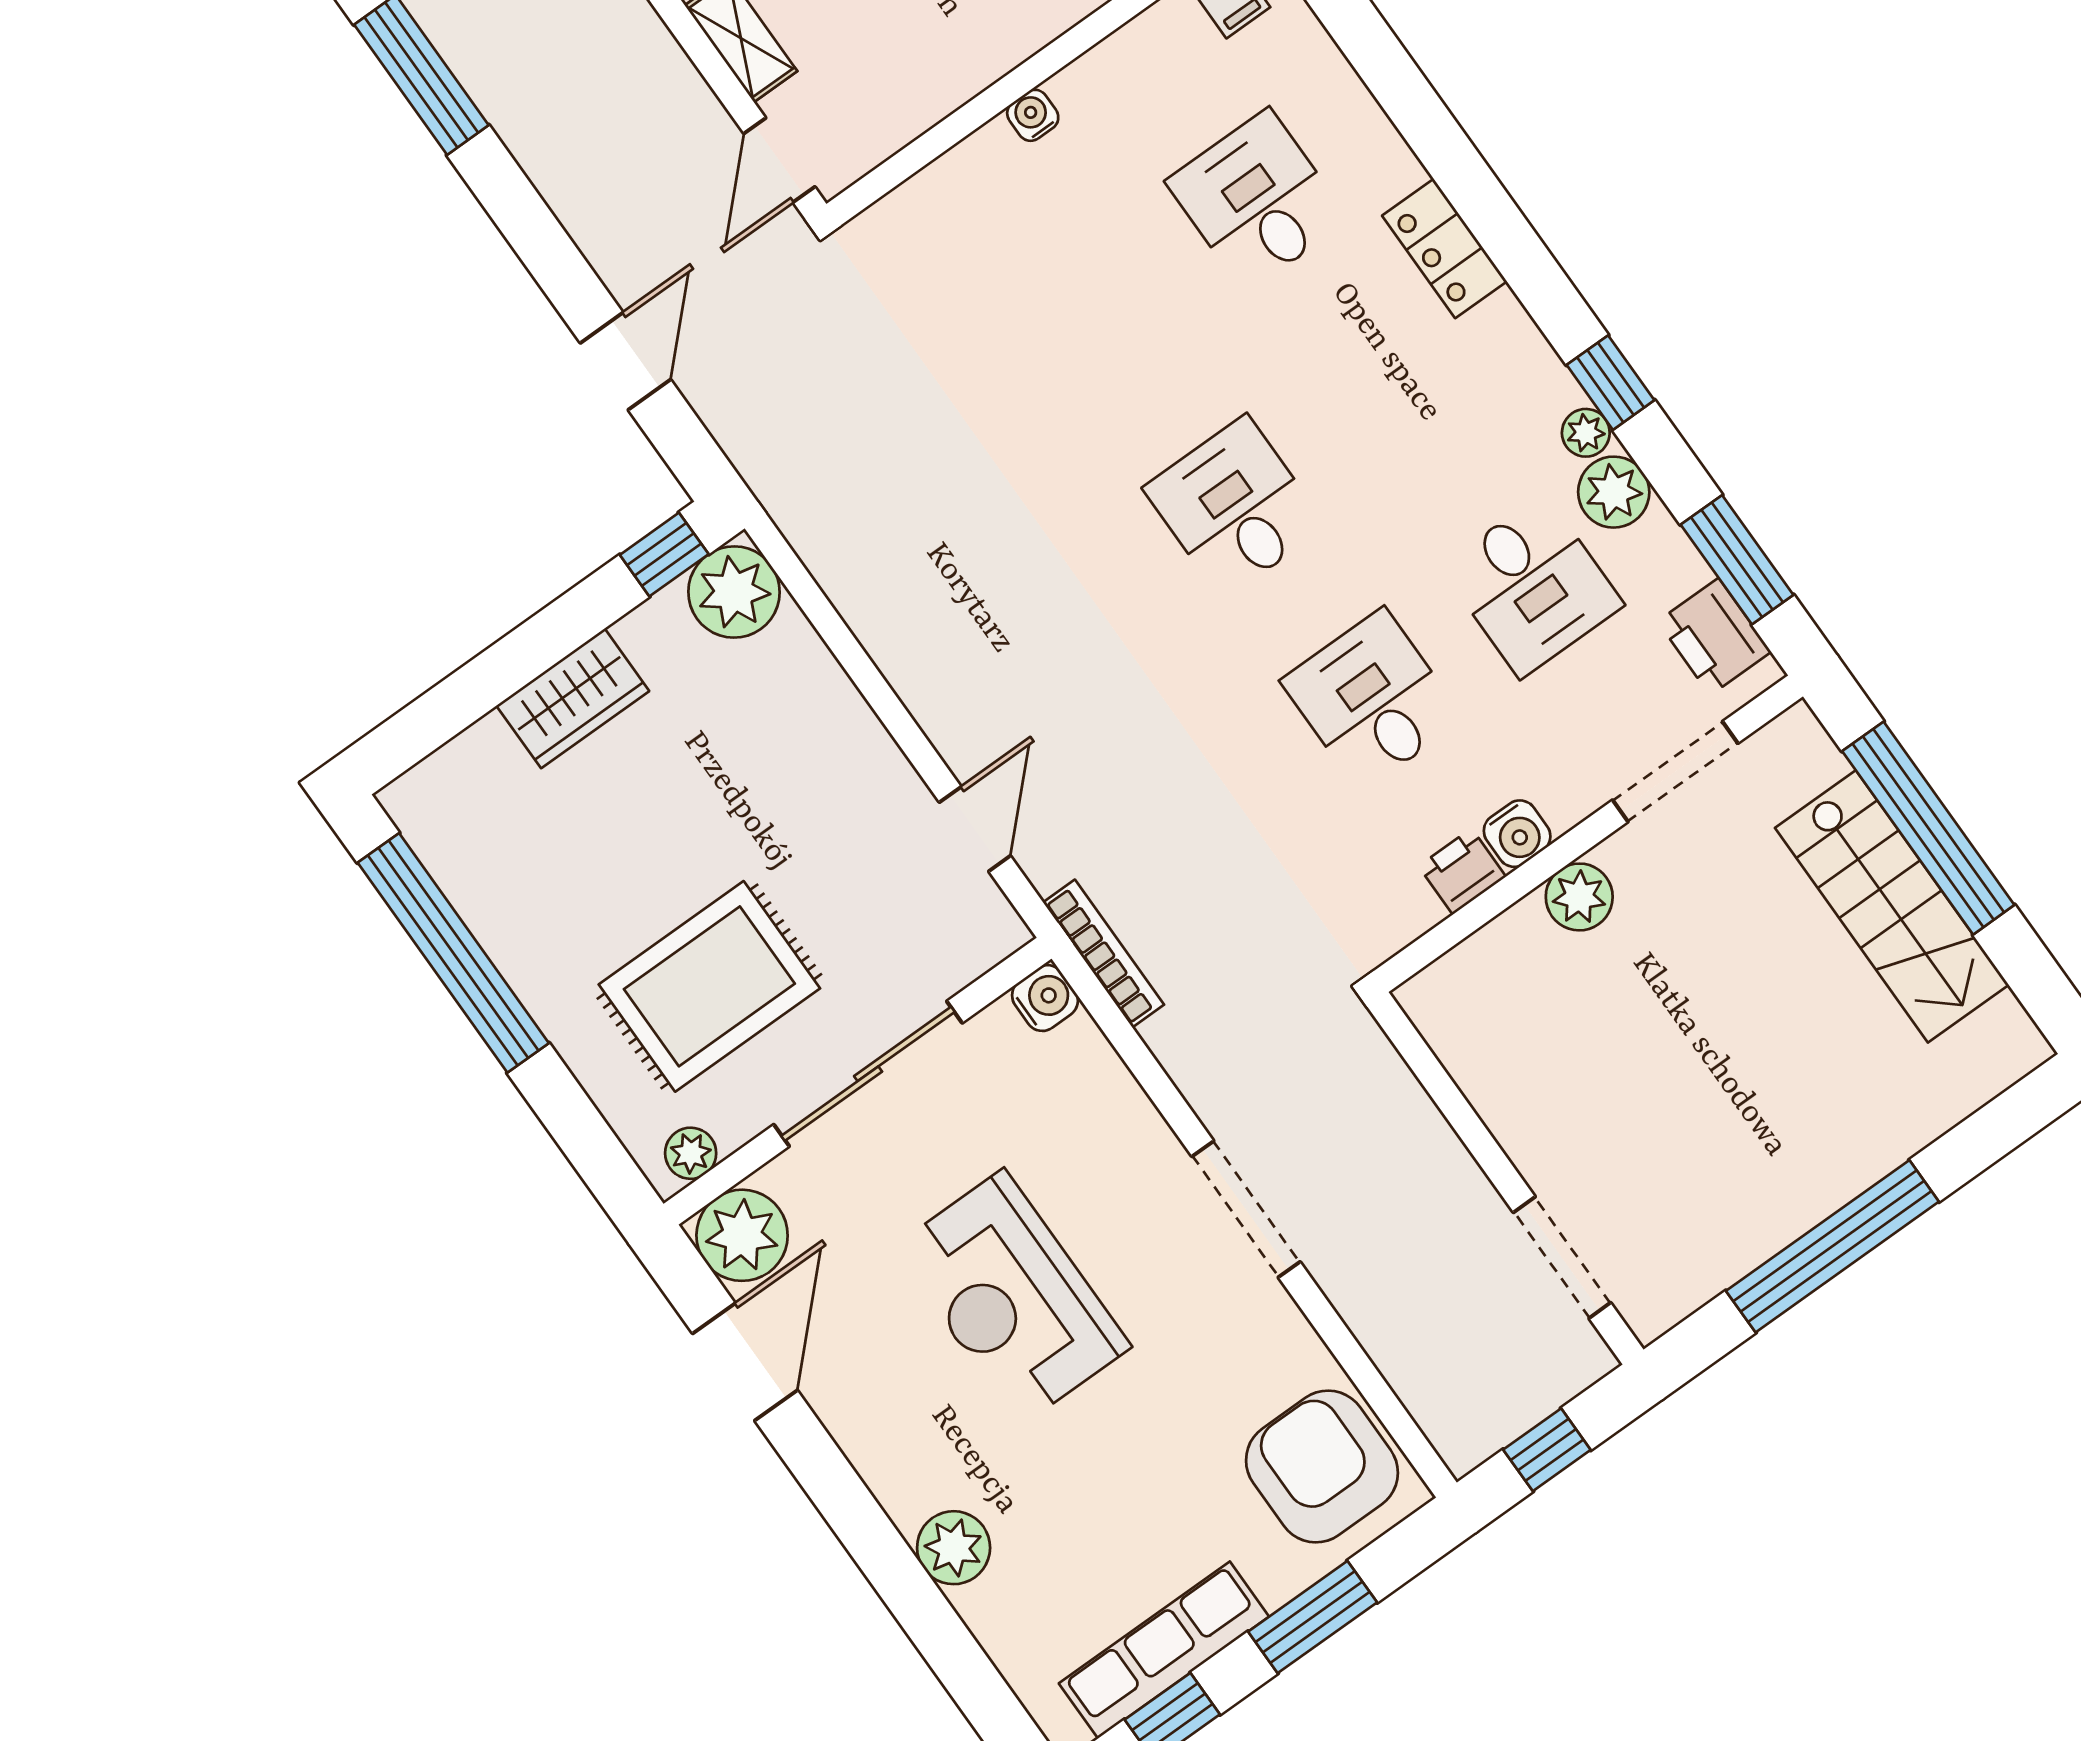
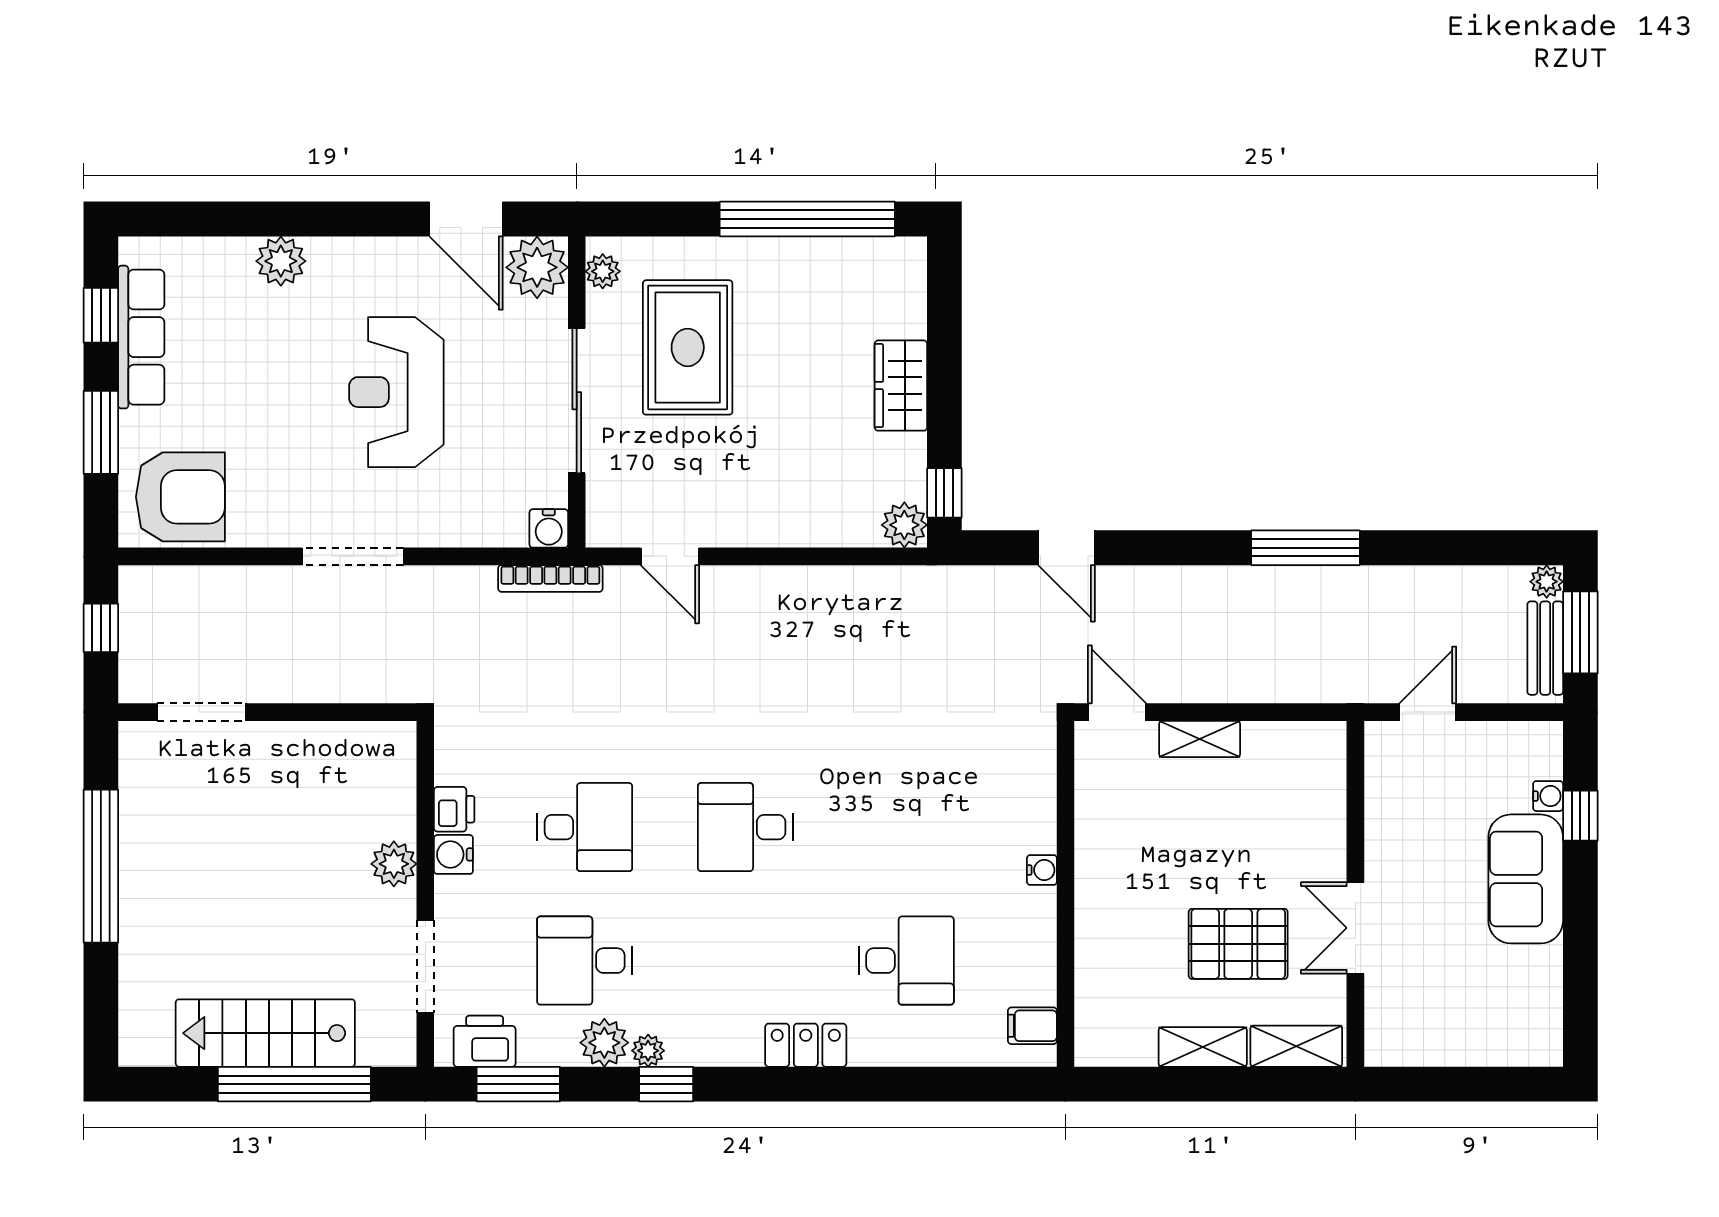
desk: (1235, 507) -> (745, 827), turned 180
plant: (734, 592) -> (904, 525), width x0.73, depth x0.73
reception desk: (1012, 1297) -> (396, 392), turned -90

